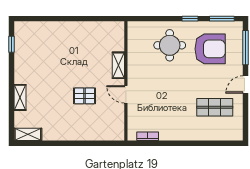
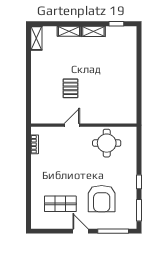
round table: (170, 45) -> (107, 143), moved
armchair: (210, 49) -> (102, 199), moved
shelving: (118, 65) -> (93, 31), moved
shop shelf: (215, 107) -> (60, 204), turned 90

